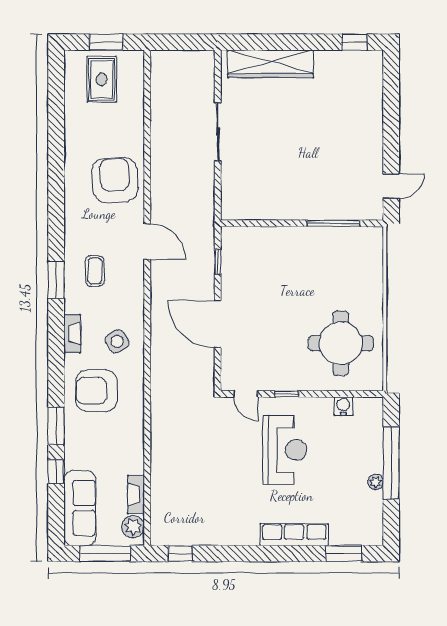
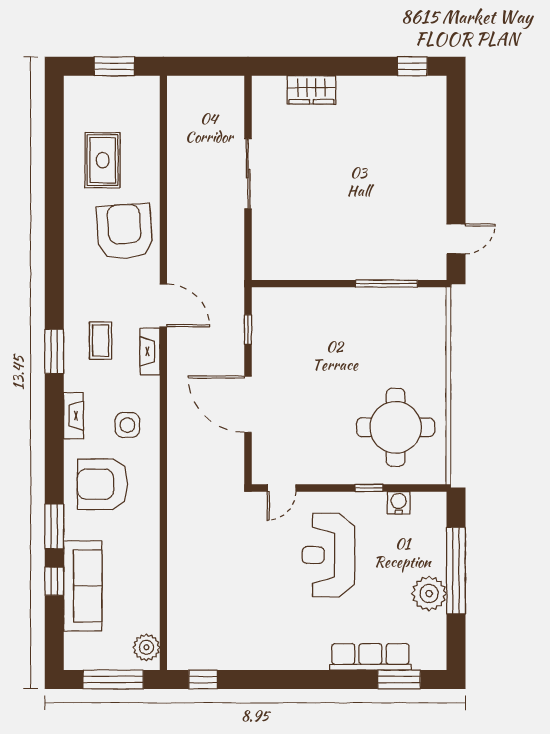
wardrobe: (271, 64) -> (311, 90), width x0.48, depth x0.85
rug: (102, 79) -> (103, 160), moved
side table: (117, 341) -> (127, 425), turned 33
door: (246, 394) -> (282, 488), hinge flipped
window: (287, 394) -> (369, 488), moved
reception desk: (285, 450) -> (328, 555), turned 180
plant: (376, 482) -> (429, 594), width x1.88, depth x1.88
fireplace: (136, 494) -> (150, 351), moved
sofa: (80, 508) -> (83, 586), moved
row of seats: (294, 535) -> (370, 657), moved

